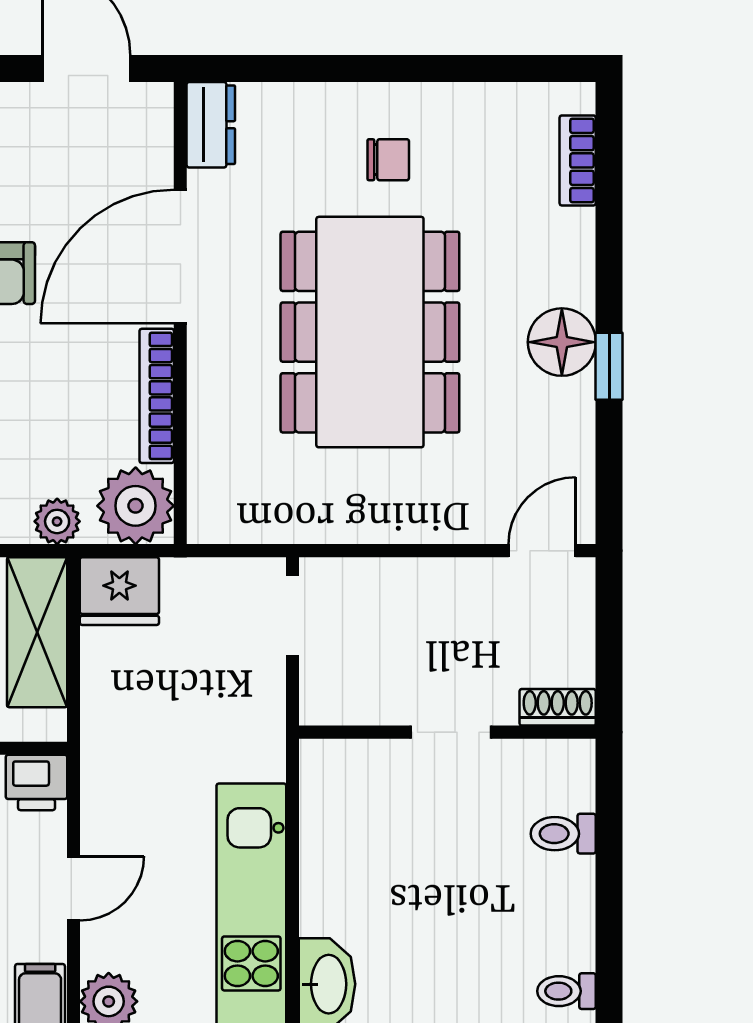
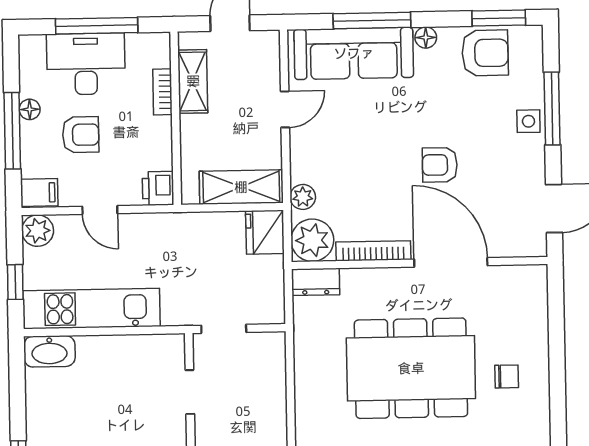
dresser: (211, 125) -> (316, 282), moved
chair: (388, 160) -> (507, 376), turned -90
doorway: (292, 616) -> (224, 329), moved
doorway: (451, 732) -> (190, 392), moved

